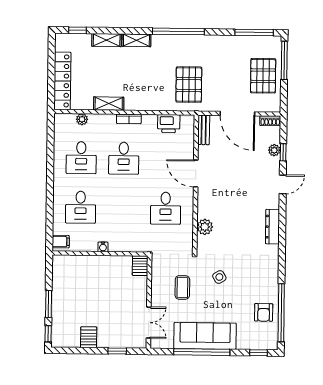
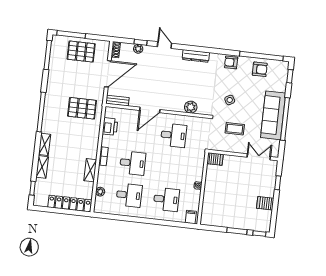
armchair: (269, 274) -> (231, 62), added

